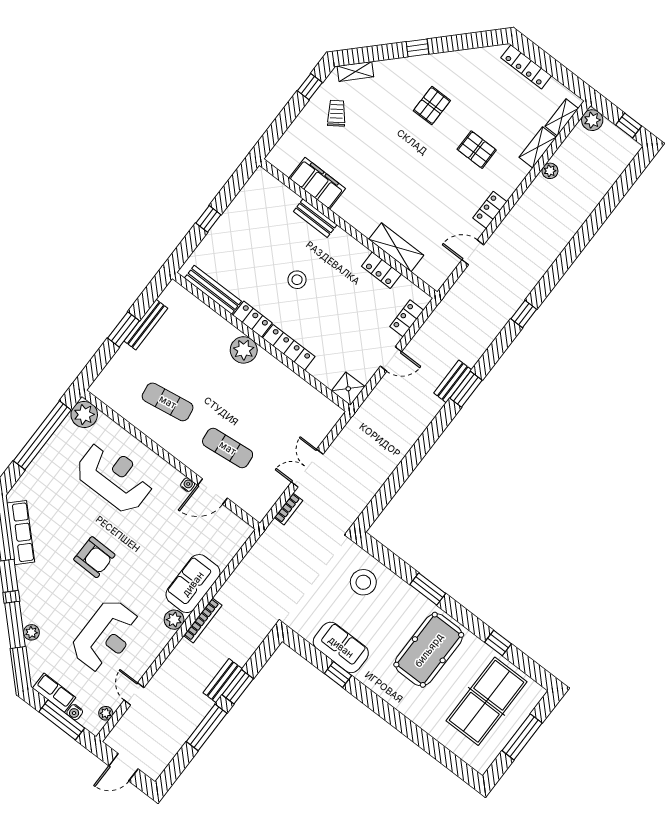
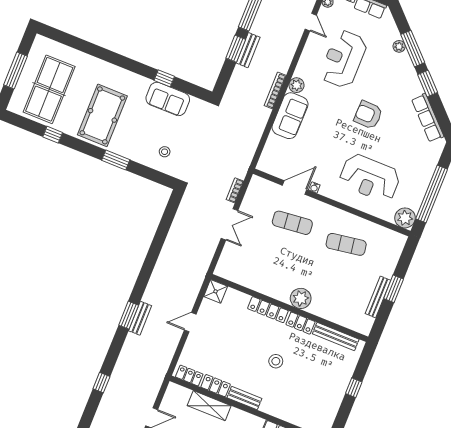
bench: (315, 218) -> (244, 398), moved
locker: (407, 318) -> (189, 376), moved, turned -90
stool: (363, 582) -> (165, 152), width x0.53, depth x0.53

